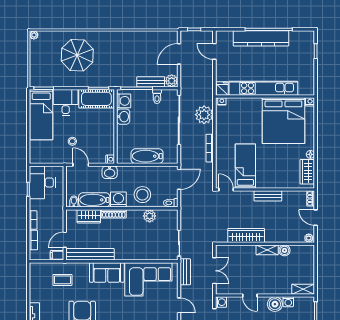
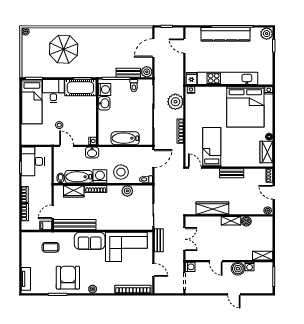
plant: (308, 37) -> (267, 34), added

